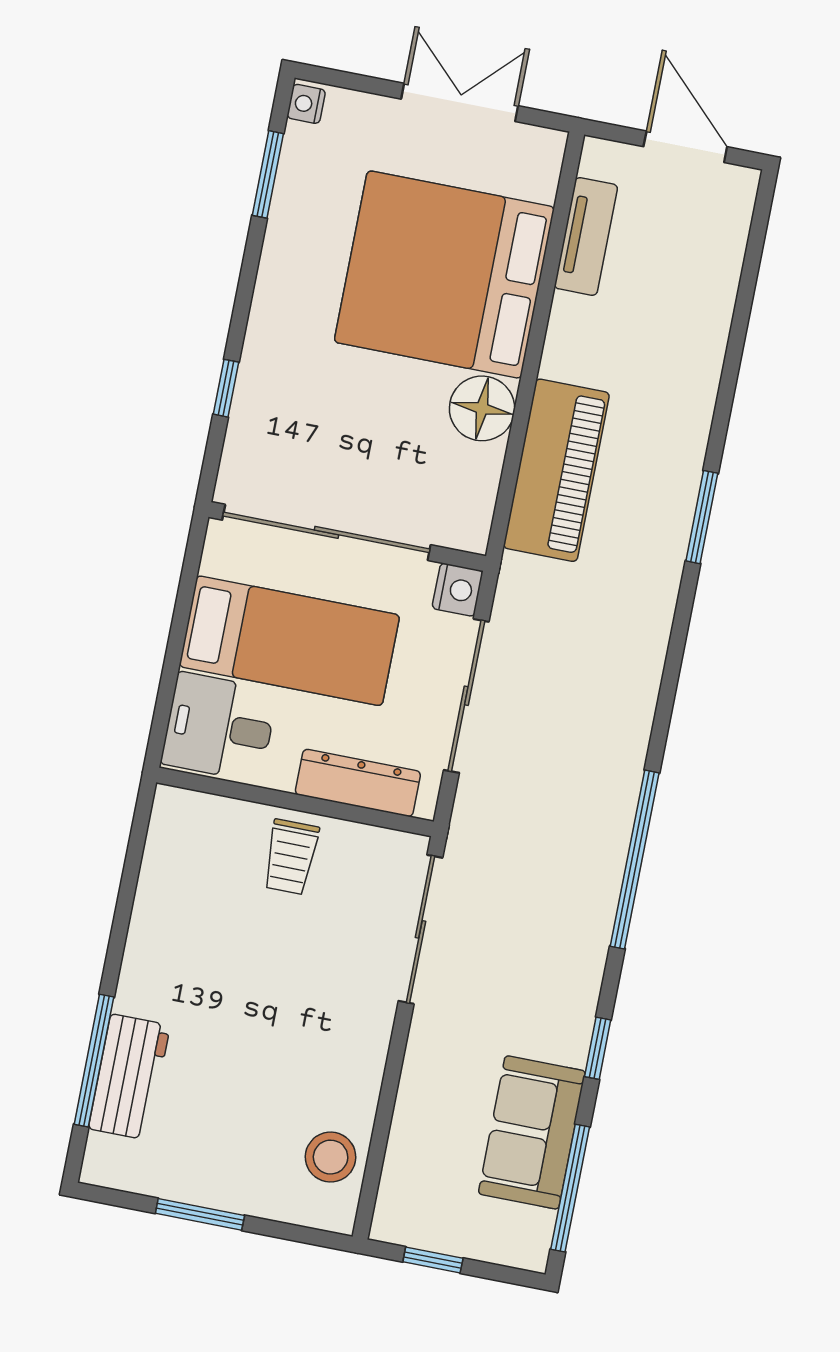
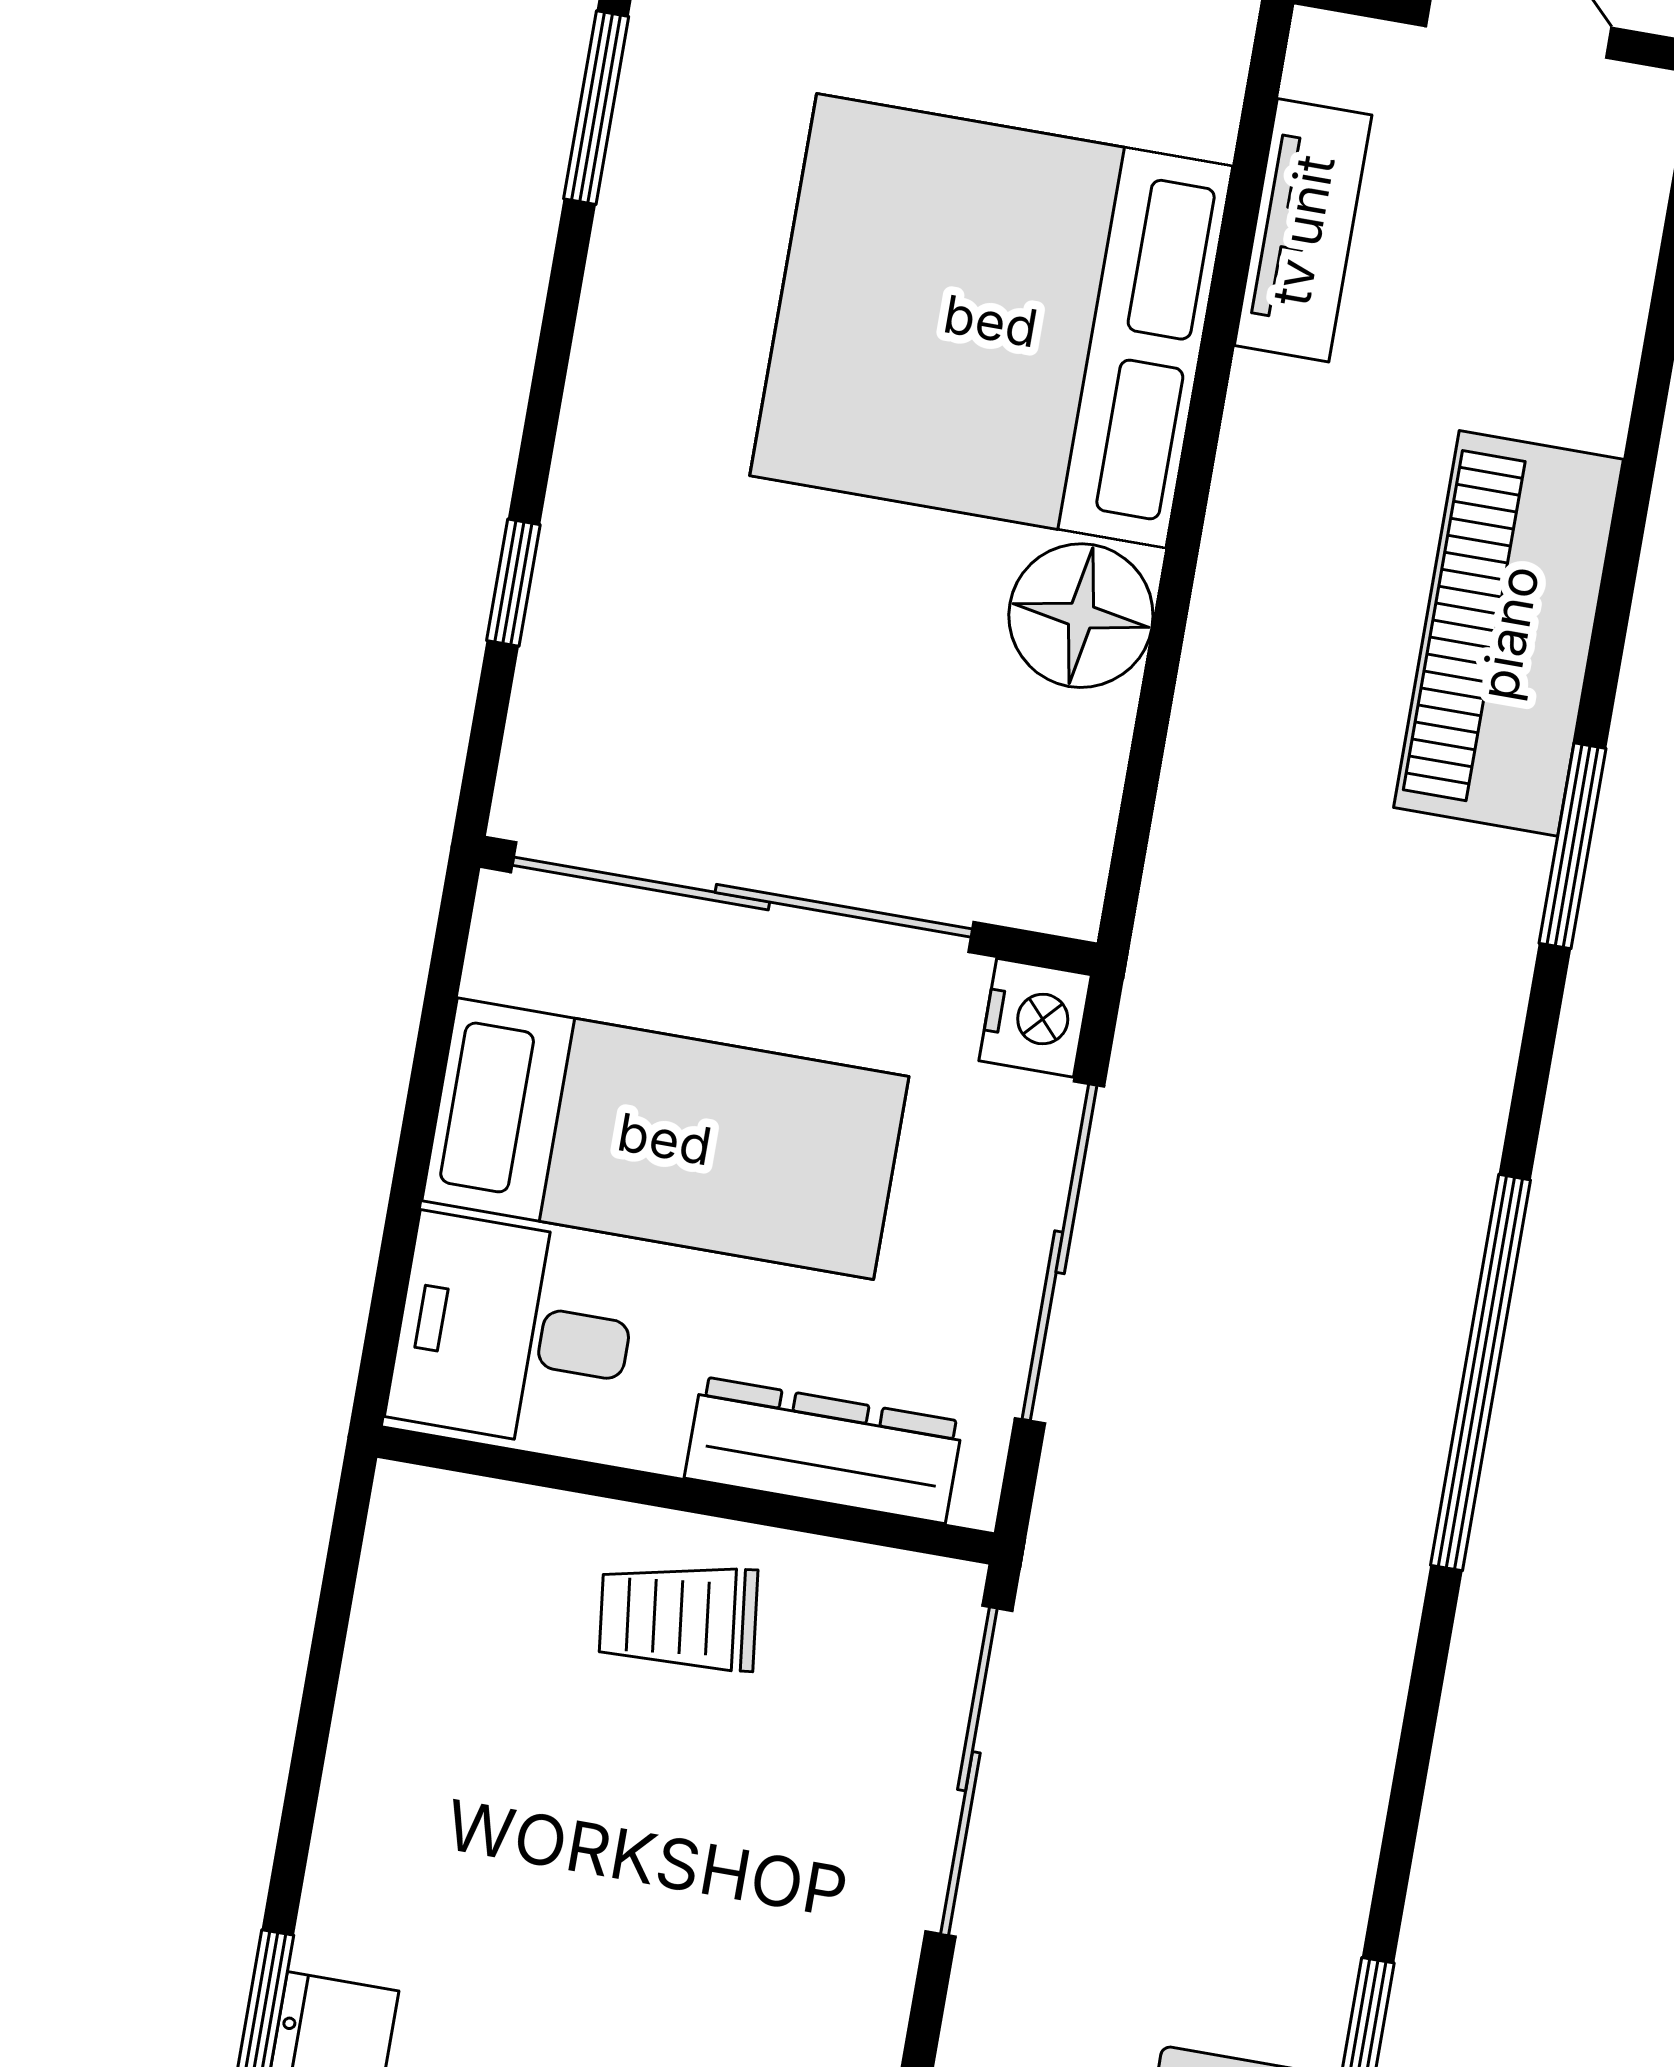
piano: (556, 470) -> (1509, 633), moved, turned 180
trolley: (291, 857) -> (678, 1617), turned 83
window: (635, 860) -> (1481, 1373), moved

